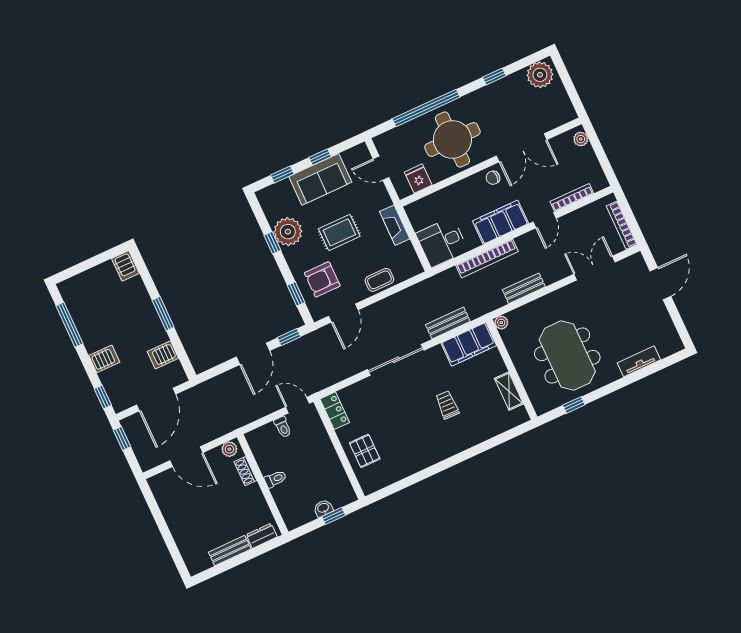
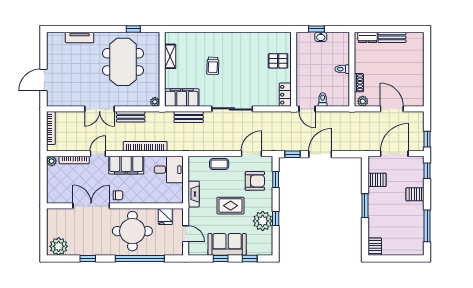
plant: (581, 139) -> (52, 161), moved
double door: (594, 268) -> (100, 109), moved
pallet: (365, 451) -> (278, 61), turned 90

